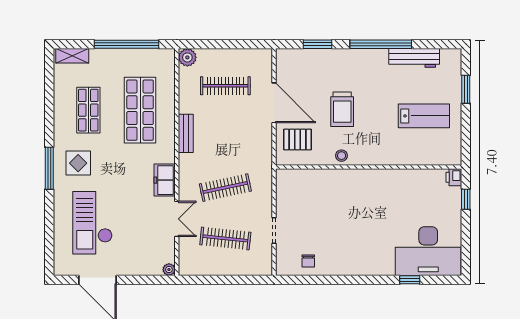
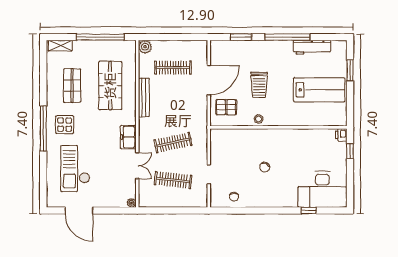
door: (274, 103) -> (209, 80), hinge flipped
lab bench: (424, 116) -> (319, 90), width x1.36, depth x1.39
bench: (186, 133) -> (144, 97), width x1.36
window: (49, 168) -> (43, 128), width x1.46
chair: (350, 221) -> (265, 167), added

